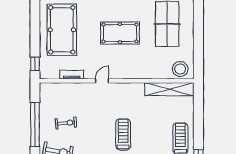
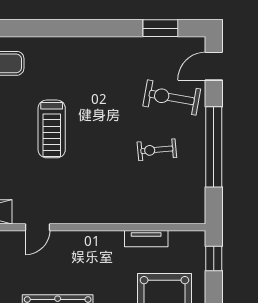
door: (102, 81) -> (38, 227), moved

